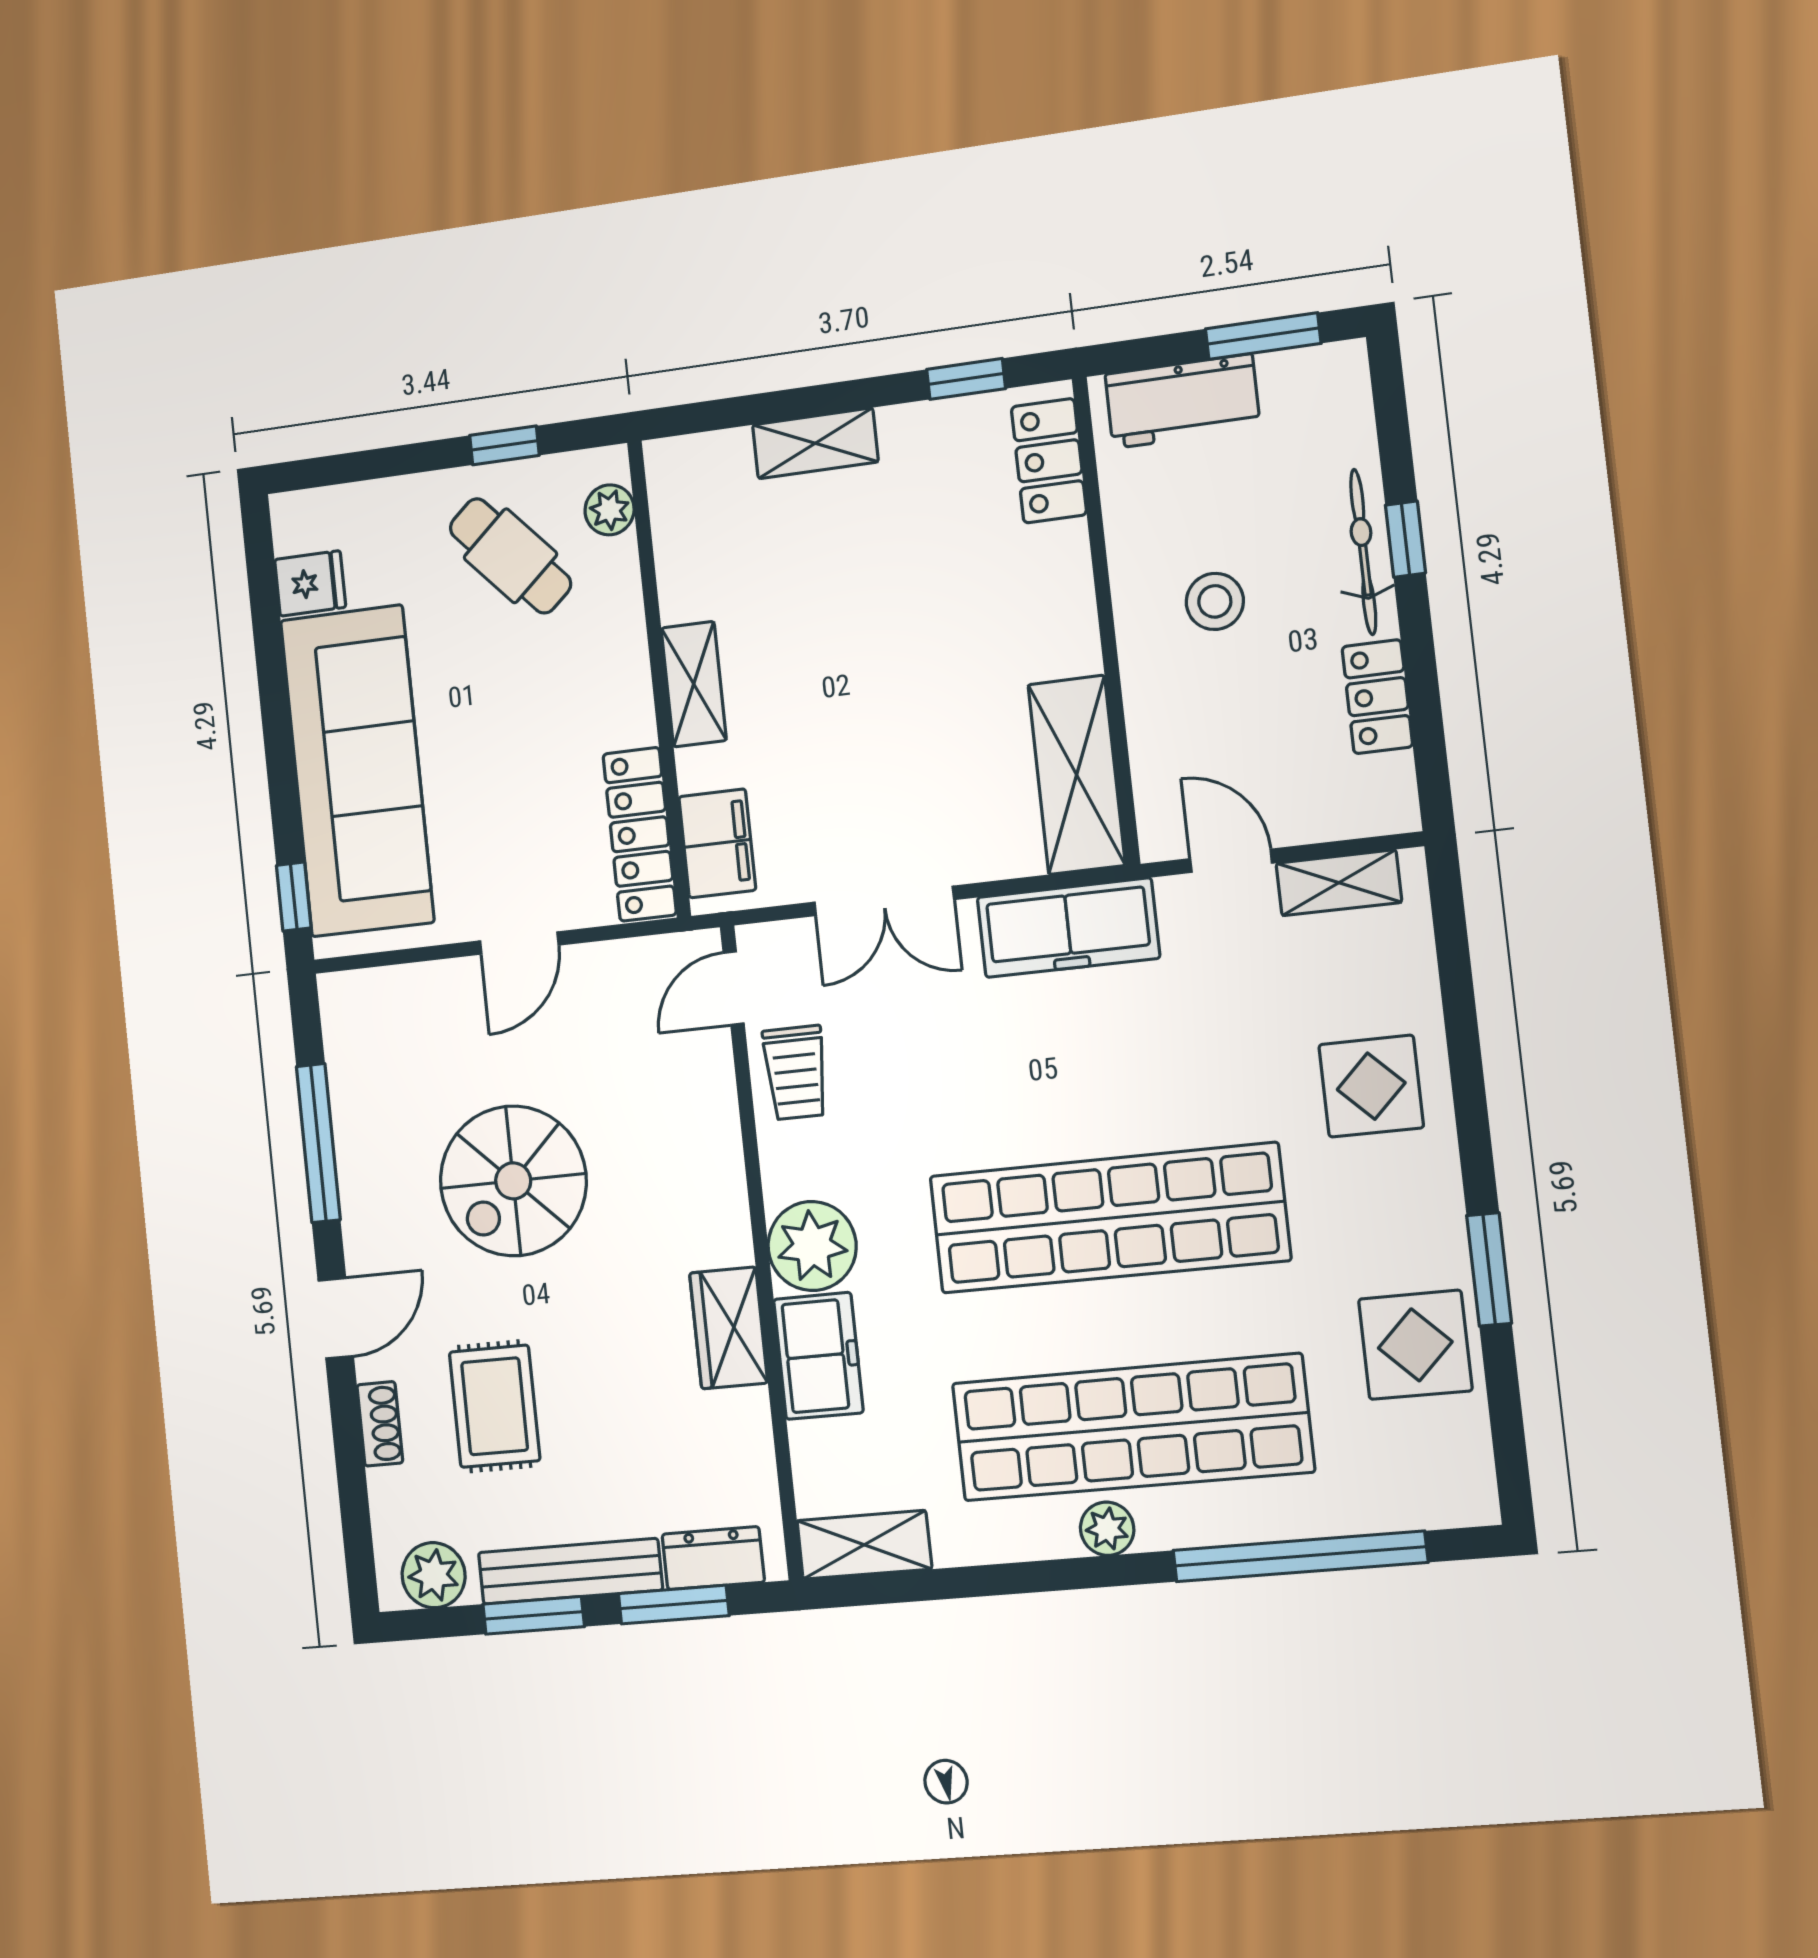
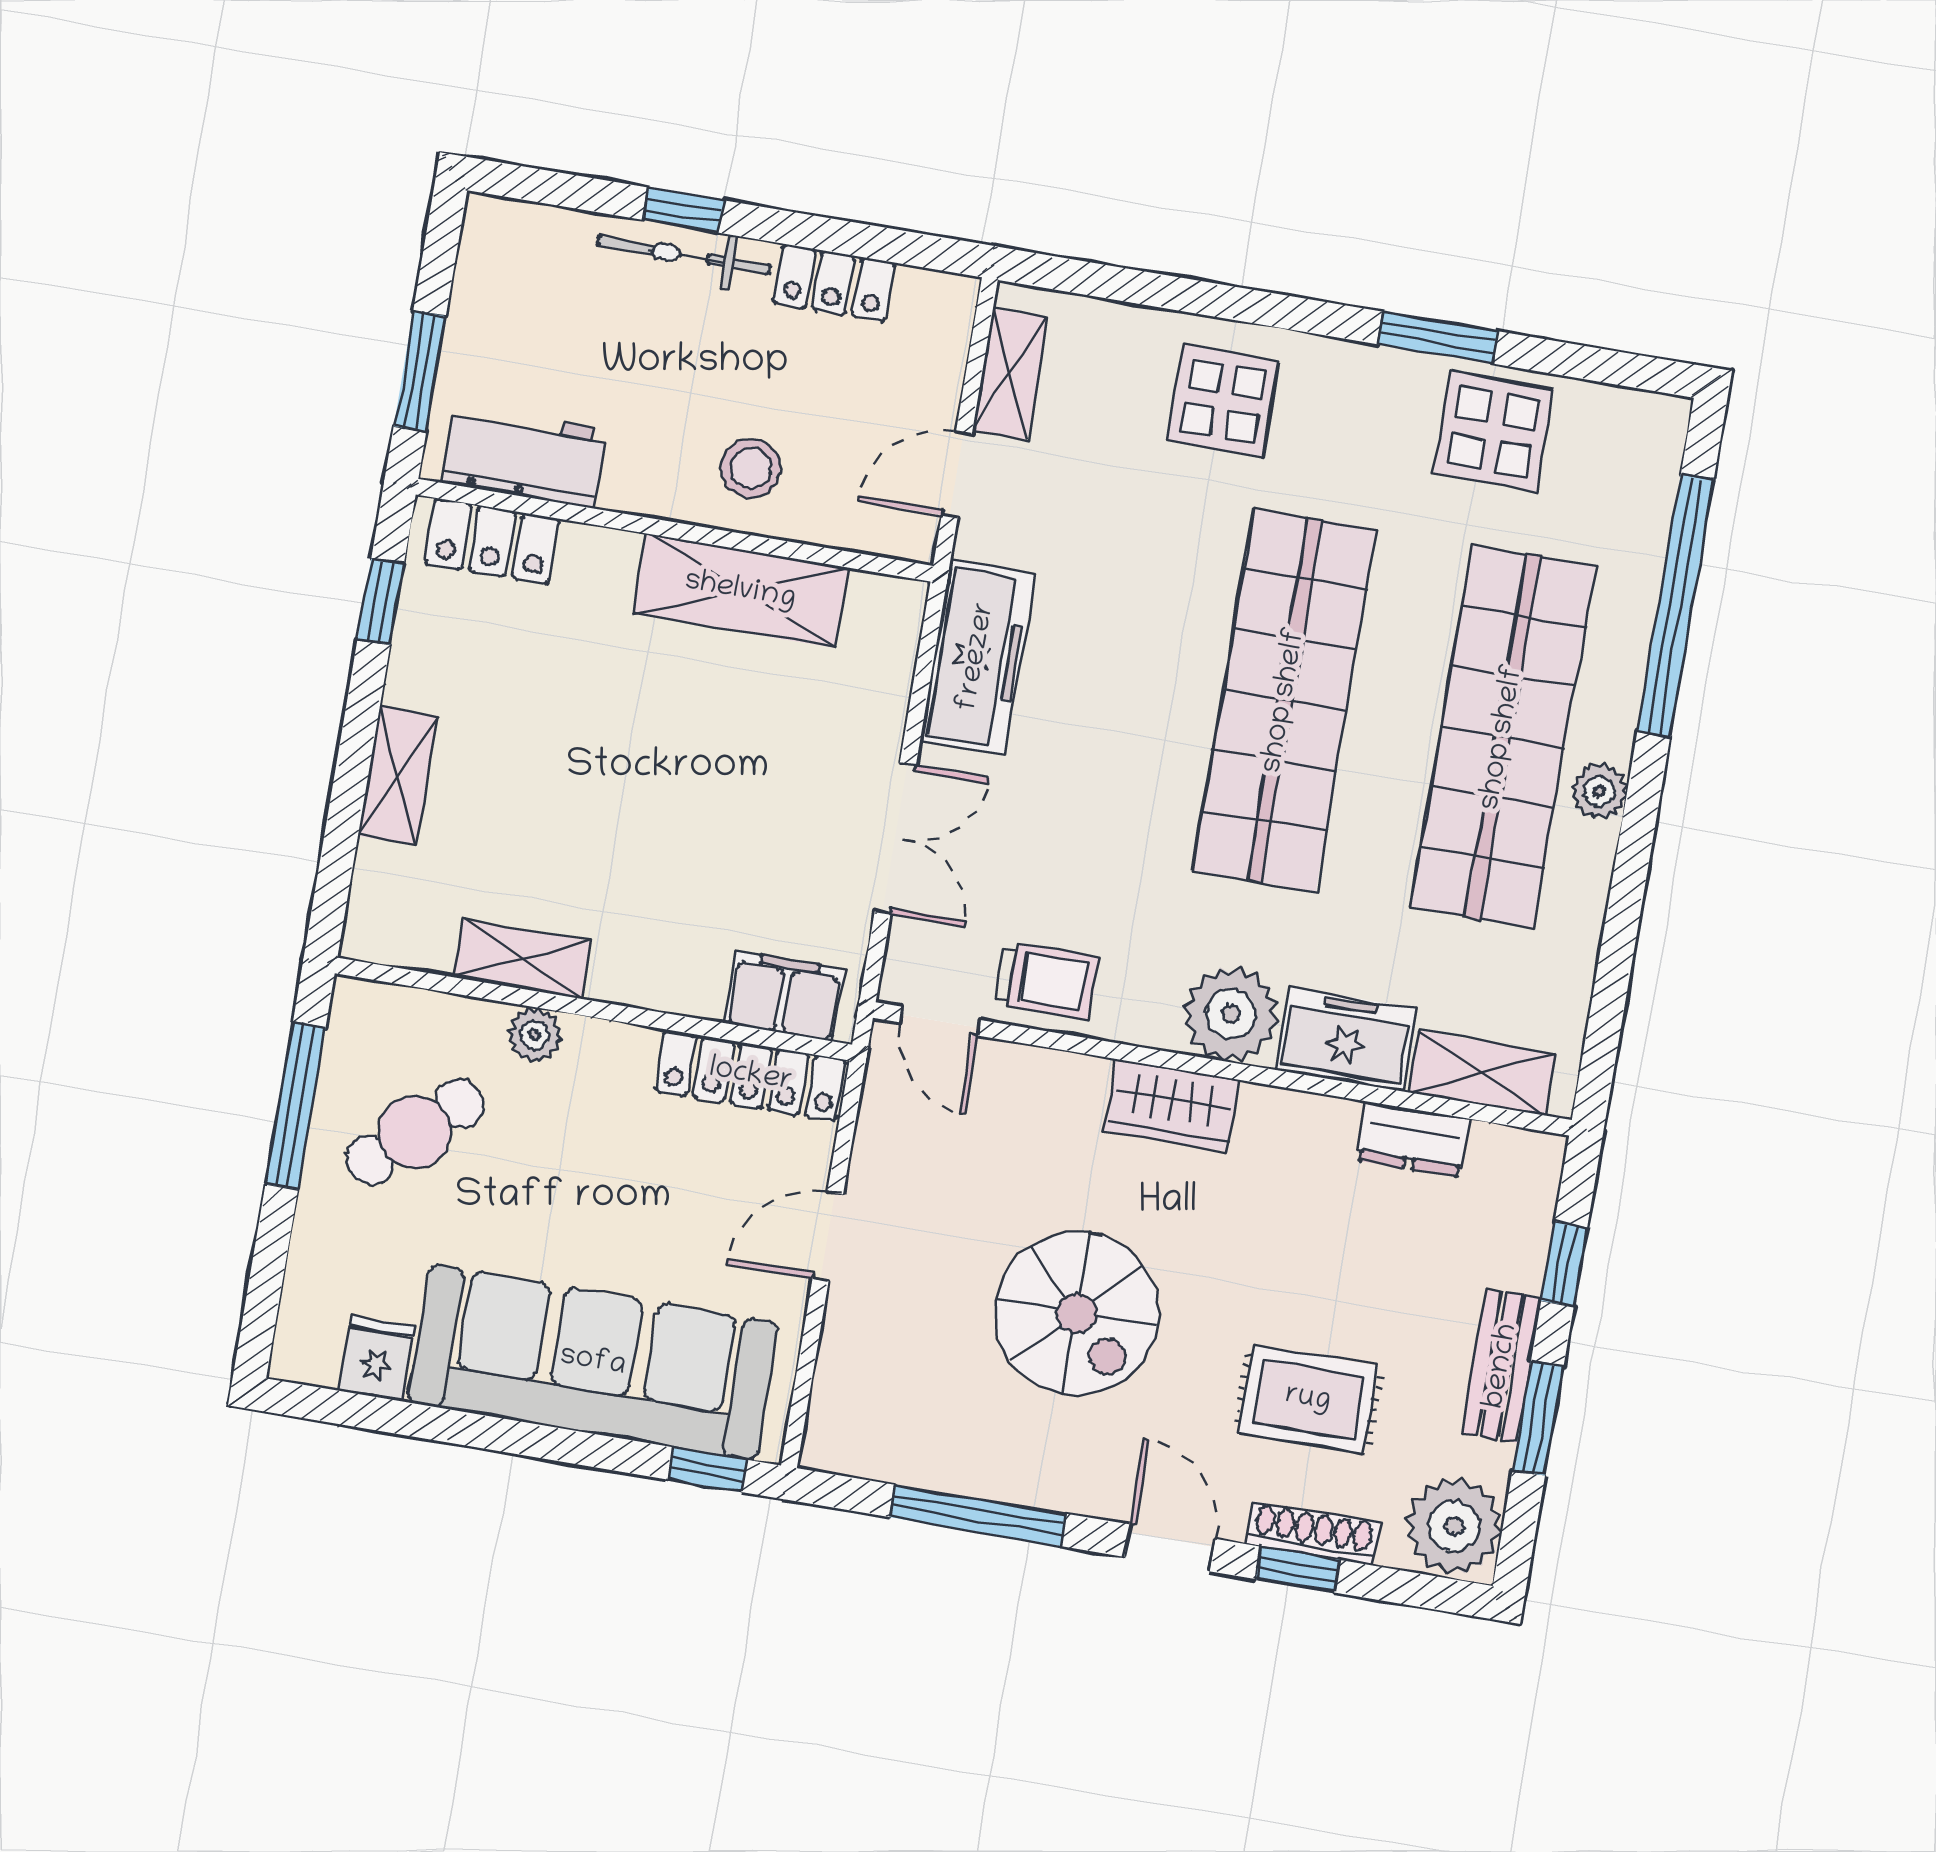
window: (1263, 336) -> (420, 371), moved
workbench: (1182, 401) -> (524, 456), moved, turned -90
window: (504, 445) -> (295, 1106), width x2.17
plant: (610, 510) -> (535, 1035), moved
stool: (1215, 601) -> (751, 468), moved
shelving: (694, 684) -> (522, 959), moved
shelving: (1077, 775) -> (740, 591), moved
door: (519, 943) -> (828, 1237), swing flipped
wardrobe: (729, 1328) -> (1172, 1105), moved
shoe rack: (380, 1424) -> (1313, 1533), width x1.43
window: (347, 1436) -> (1298, 1570), added
shelving: (864, 1545) -> (1482, 1073), moved, turned 90
dresser: (713, 1558) -> (1413, 1139), moved, turned -90
bench: (570, 1571) -> (1502, 1366), width x0.73
plant: (434, 1575) -> (1454, 1526), width x1.36, depth x1.36
window: (674, 1605) -> (1564, 1264), width x0.67

